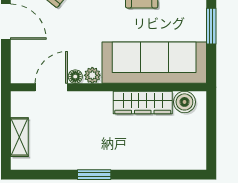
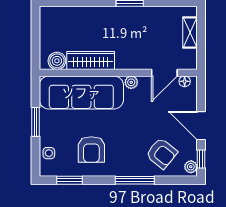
floor lamp: (75, 77) -> (185, 81), moved

